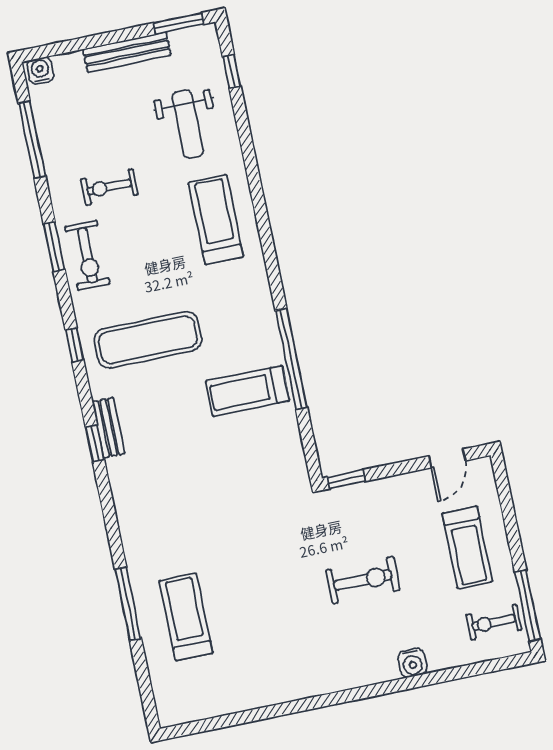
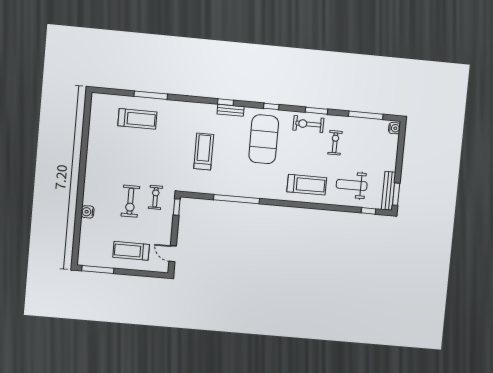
bench: (127, 52) -> (388, 191), moved
exercise mat: (148, 340) -> (264, 139), width x1.47
treadmill: (248, 391) -> (204, 152), moved
exercise bike: (494, 622) -> (155, 197), moved

